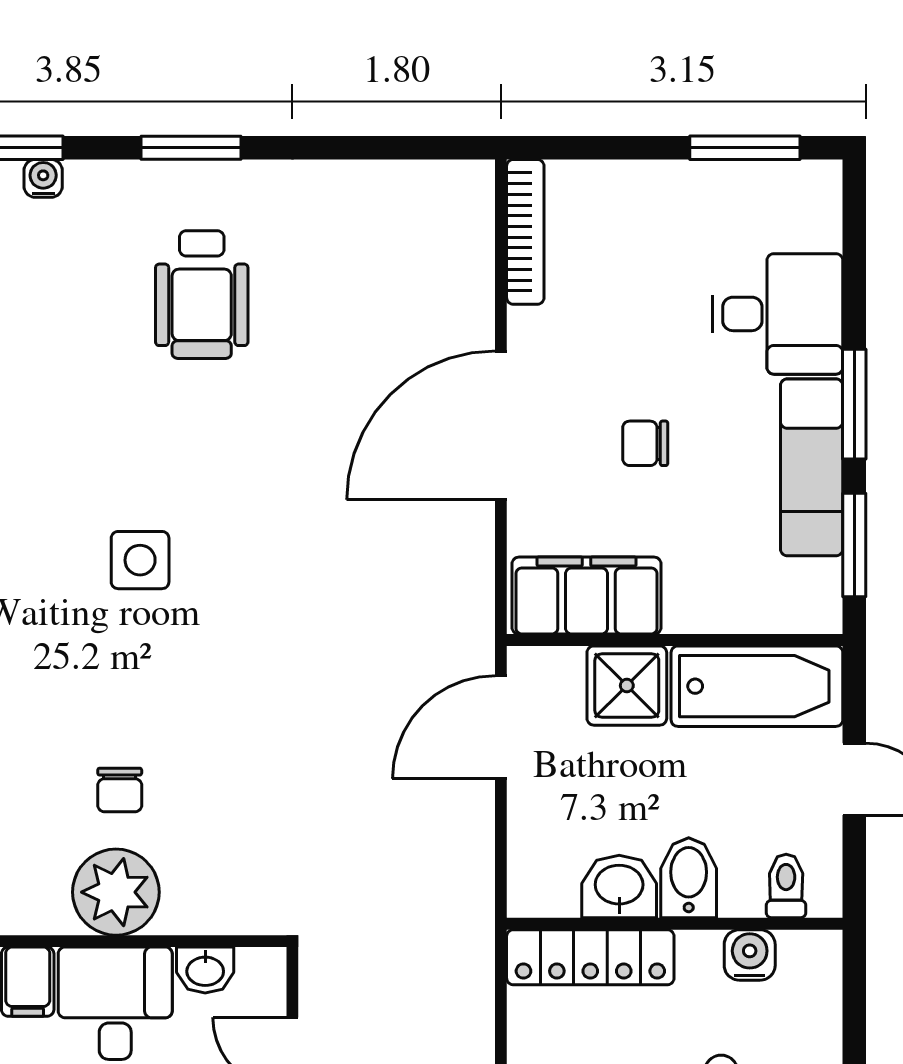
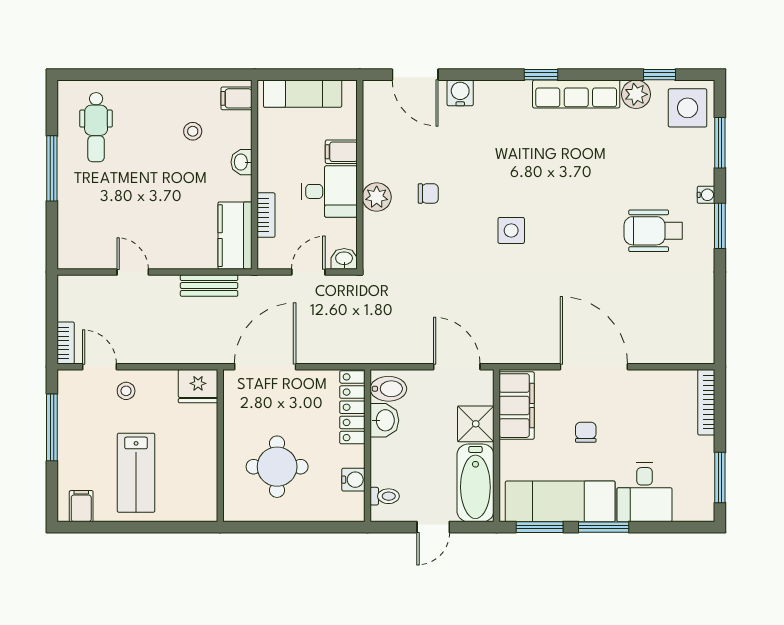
water cooler: (43, 178) -> (706, 195), moved
bookcase: (525, 232) -> (706, 402), moved, turned 90
exam couch: (812, 467) -> (560, 501), width x1.36, depth x1.45
side table: (140, 560) -> (511, 230), moved
chair: (120, 790) -> (428, 194), turned 180
bidet: (689, 878) -> (388, 389), moved
plant: (116, 892) -> (377, 197), width x0.73, depth x0.73
washbasin: (205, 970) -> (344, 259), moved, turned 90

